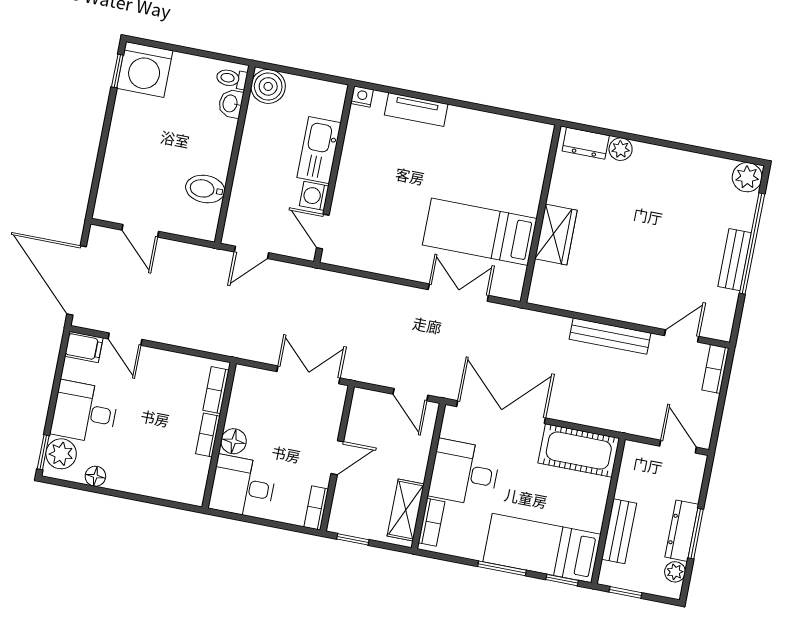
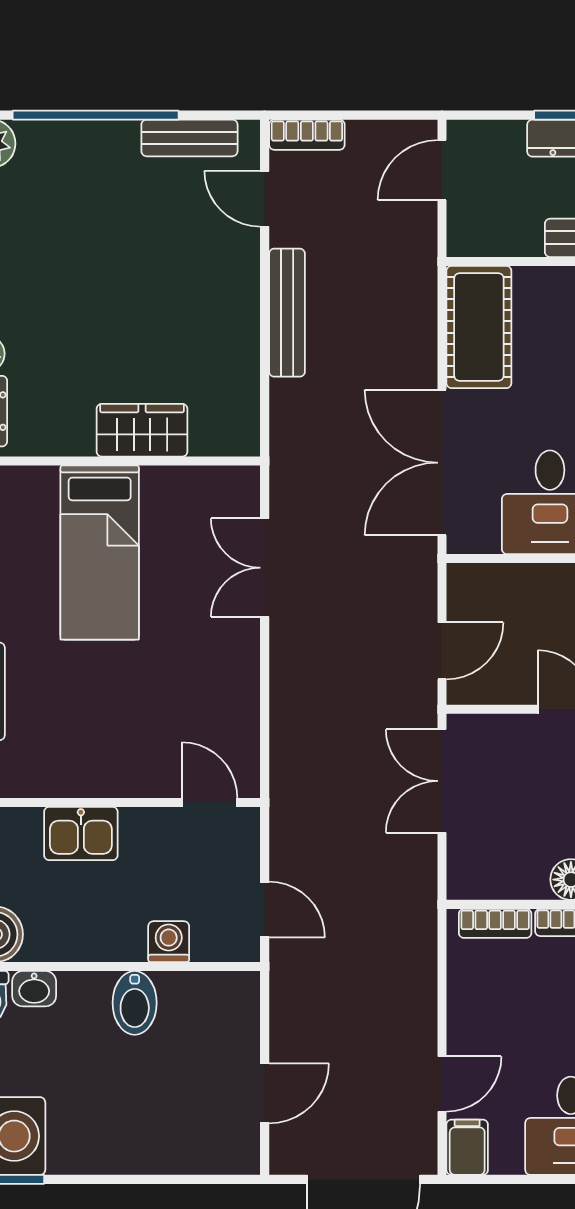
kitchen sink: (319, 150) -> (81, 834), width x0.73
bidet: (205, 189) -> (135, 1003), moved
washing machine: (314, 196) -> (169, 942), moved, turned 180
door: (323, 232) -> (209, 802), swing flipped
bed: (480, 232) -> (100, 553), moved
bench: (735, 260) -> (189, 138), moved
door: (410, 395) -> (442, 651), moved

